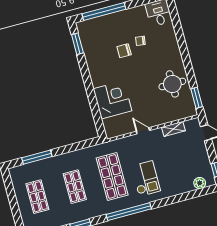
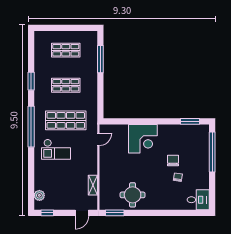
corner desk: (112, 100) -> (143, 139), moved
door: (143, 131) -> (98, 139), moved

